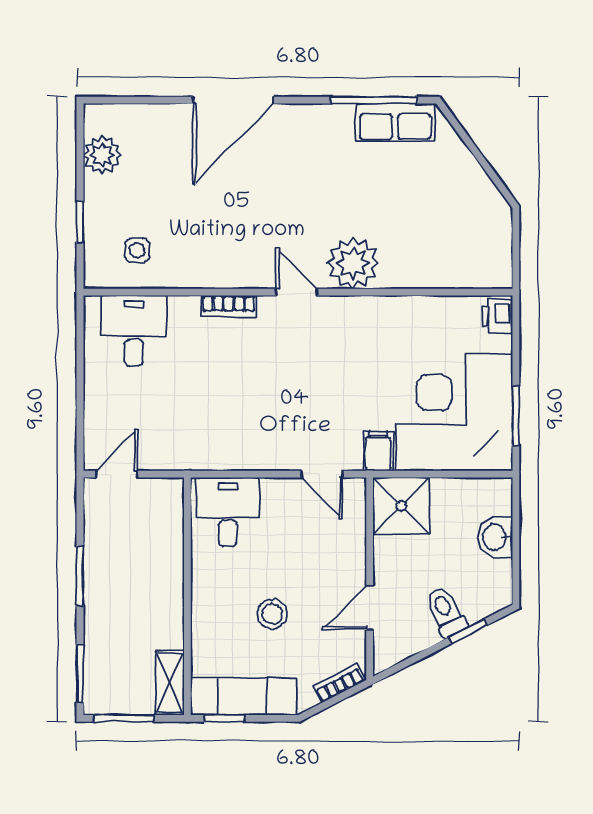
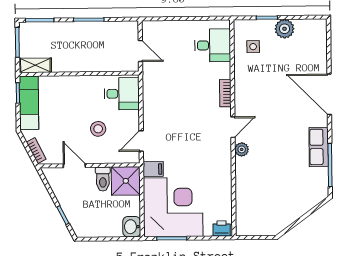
row of seats: (395, 122) -> (319, 147), moved
plant: (102, 155) -> (284, 29), moved
plant: (353, 263) -> (242, 149), width x0.53, depth x0.53
door: (116, 474) -> (140, 51), moved
washbasin: (495, 537) -> (132, 227), moved, turned -90
toilet: (446, 612) -> (103, 179), moved, turned 117
stool: (272, 614) -> (98, 129), moved

